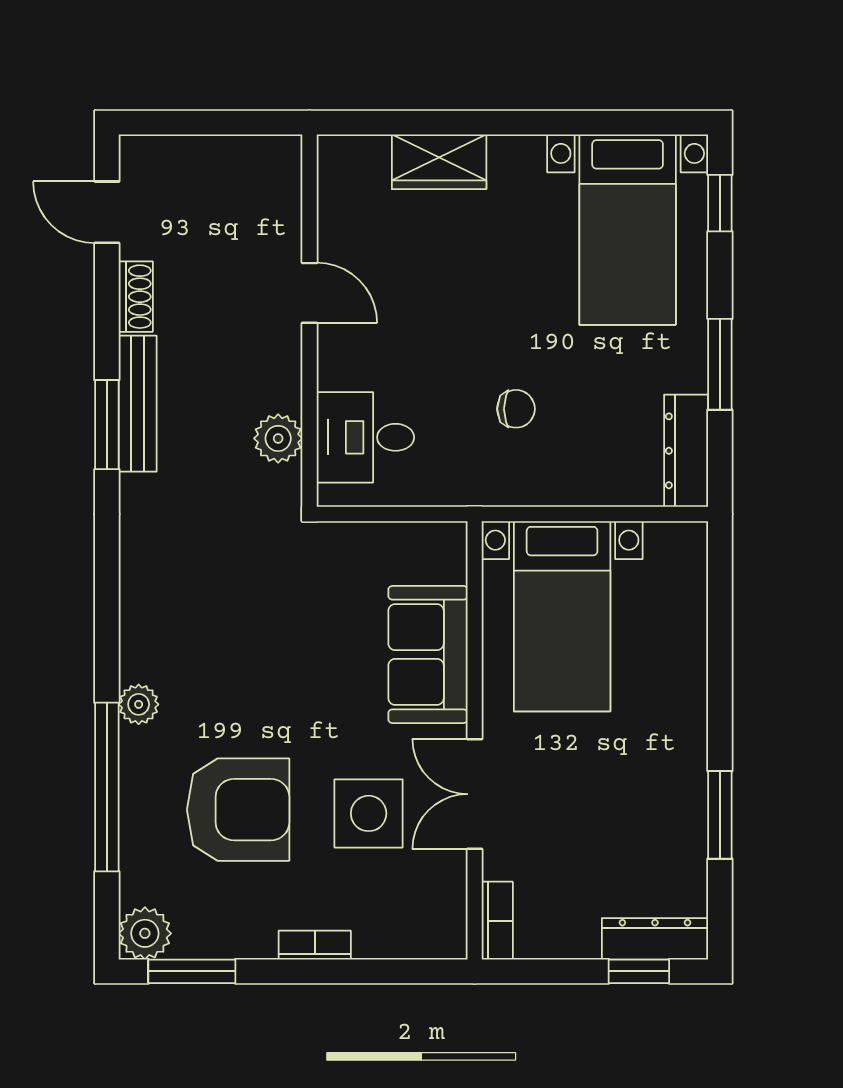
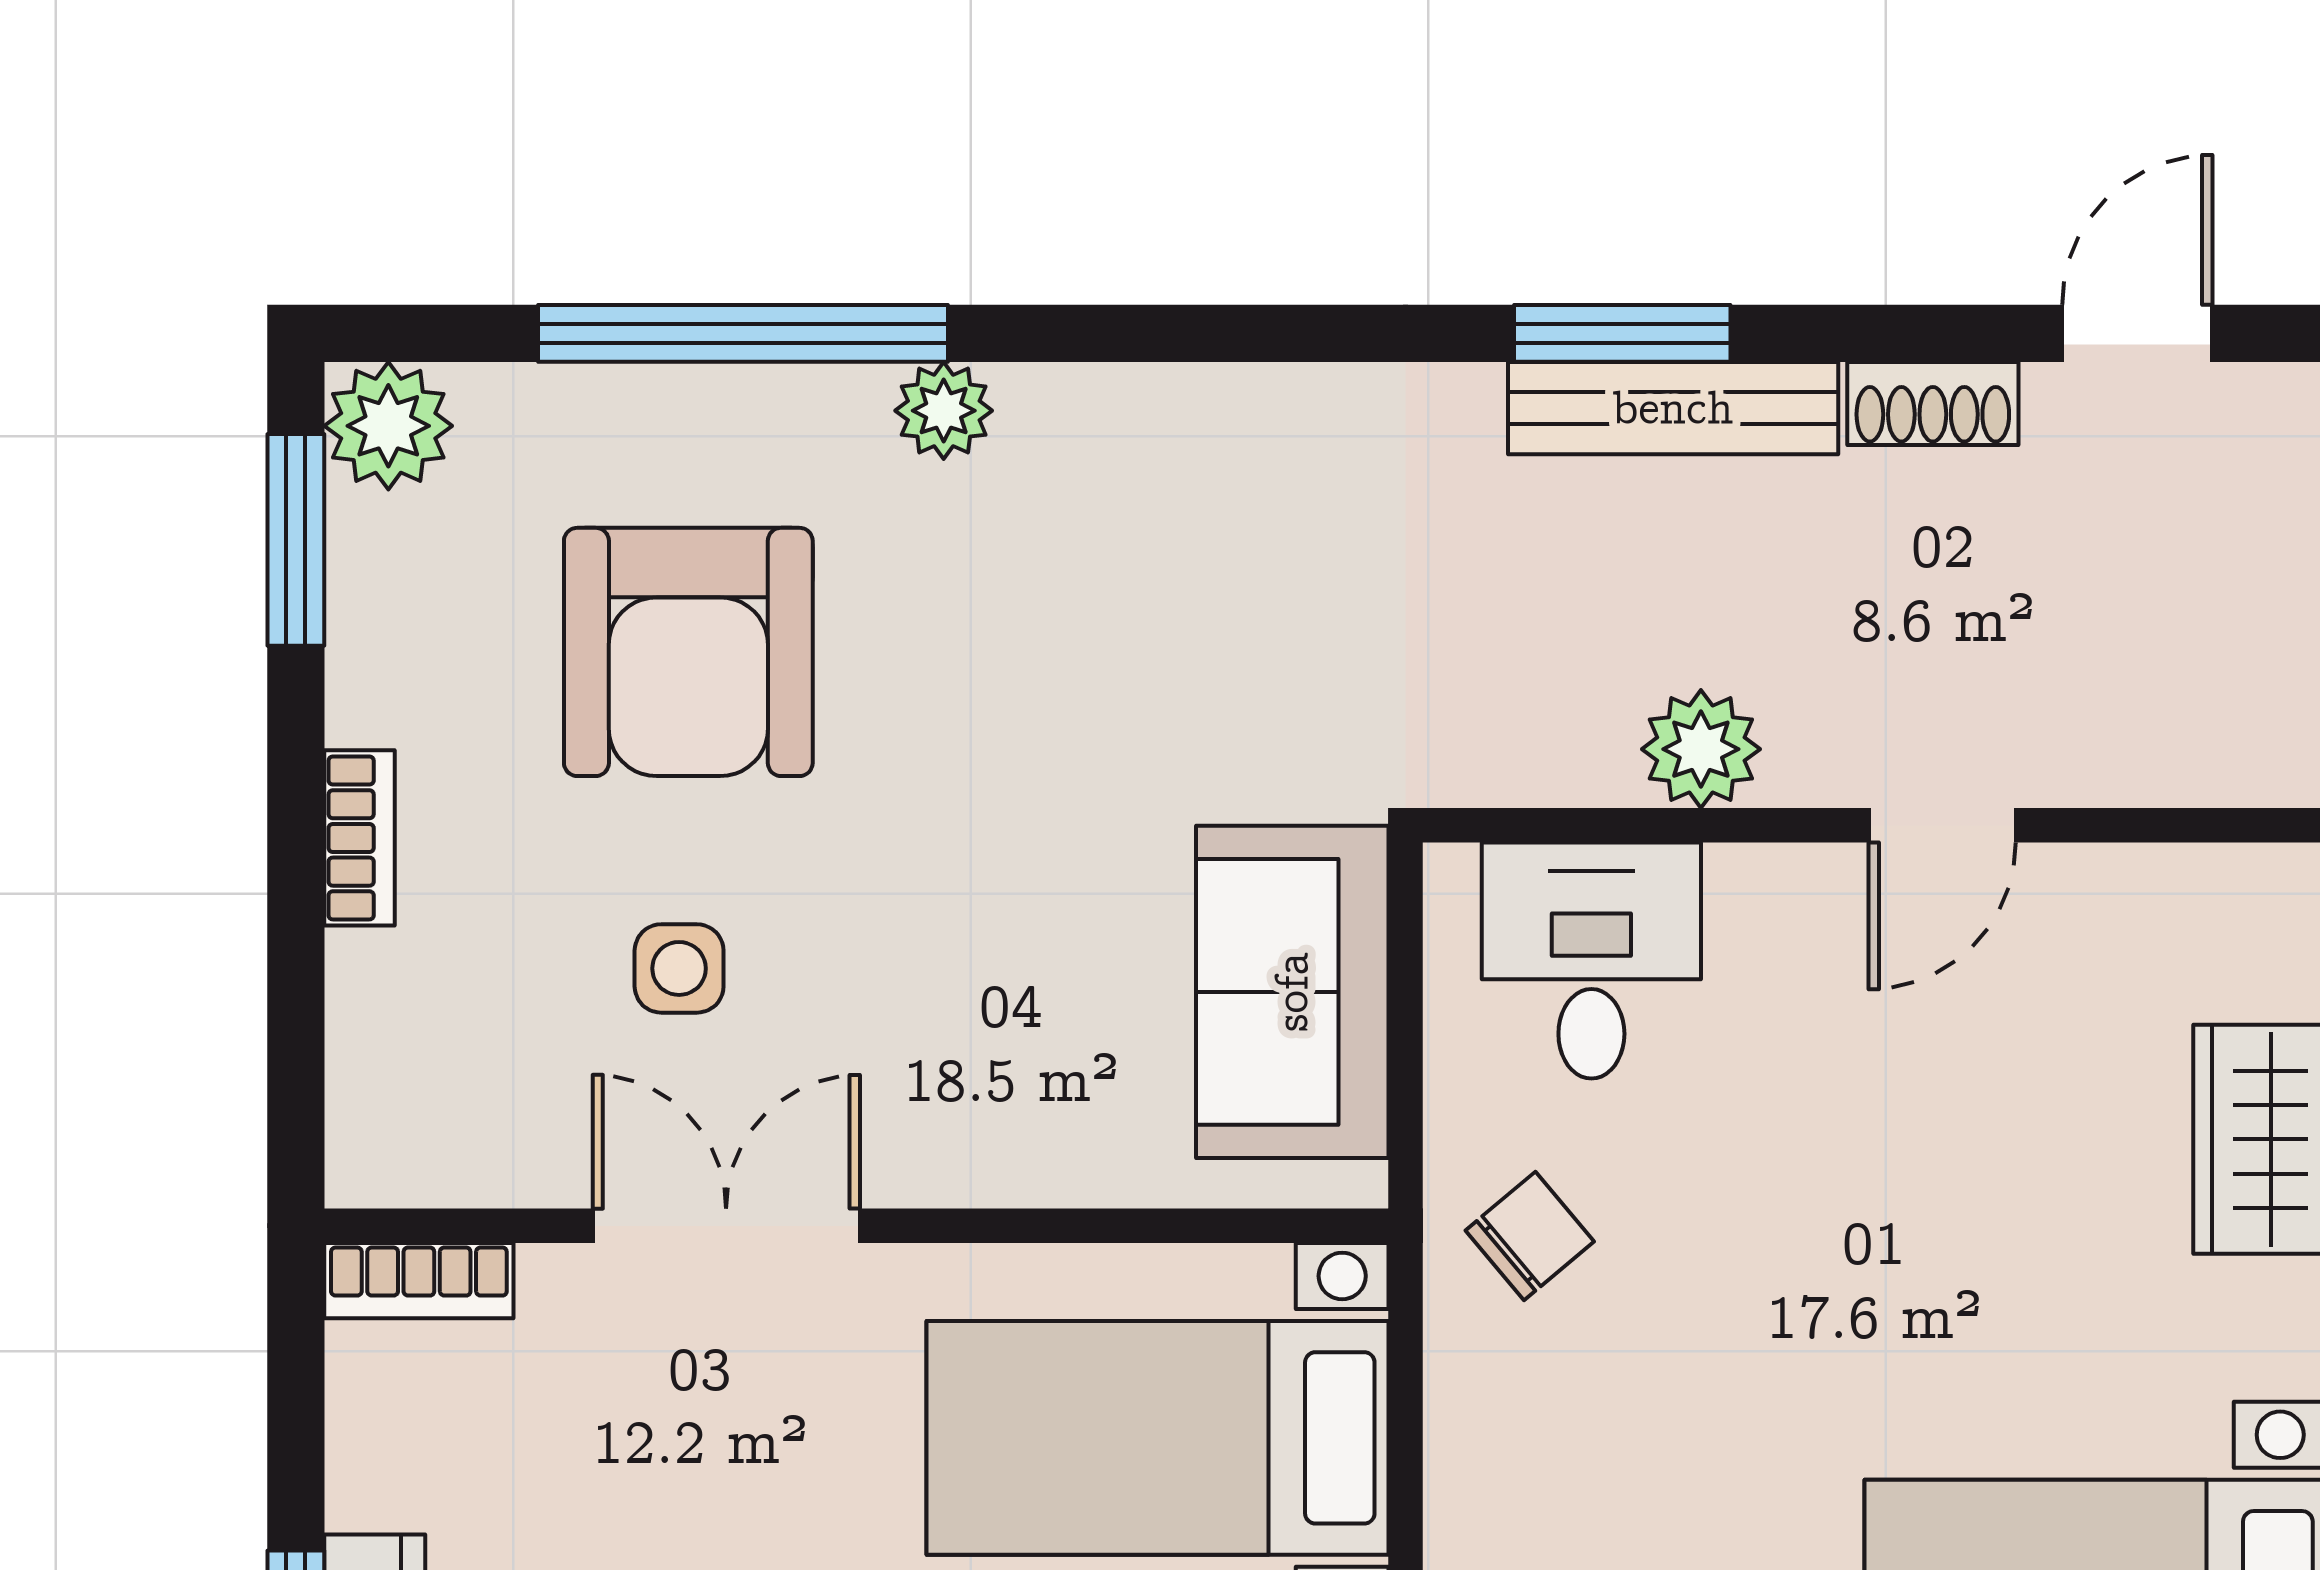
chair: (516, 409) -> (1530, 1236), moved, turned -130
plant: (278, 438) -> (1701, 749), moved
sofa: (428, 655) -> (1292, 992), moved, turned -90
side table: (369, 813) -> (679, 968), width x0.54, depth x0.54

